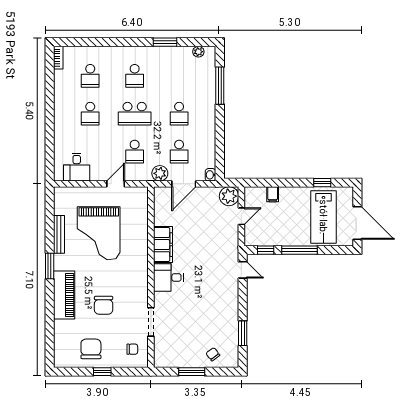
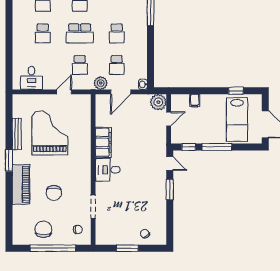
grand piano: (99, 233) -> (50, 133), turned 180
window: (243, 333) -> (170, 189), moved
window: (102, 372) -> (53, 248), width x3.17

